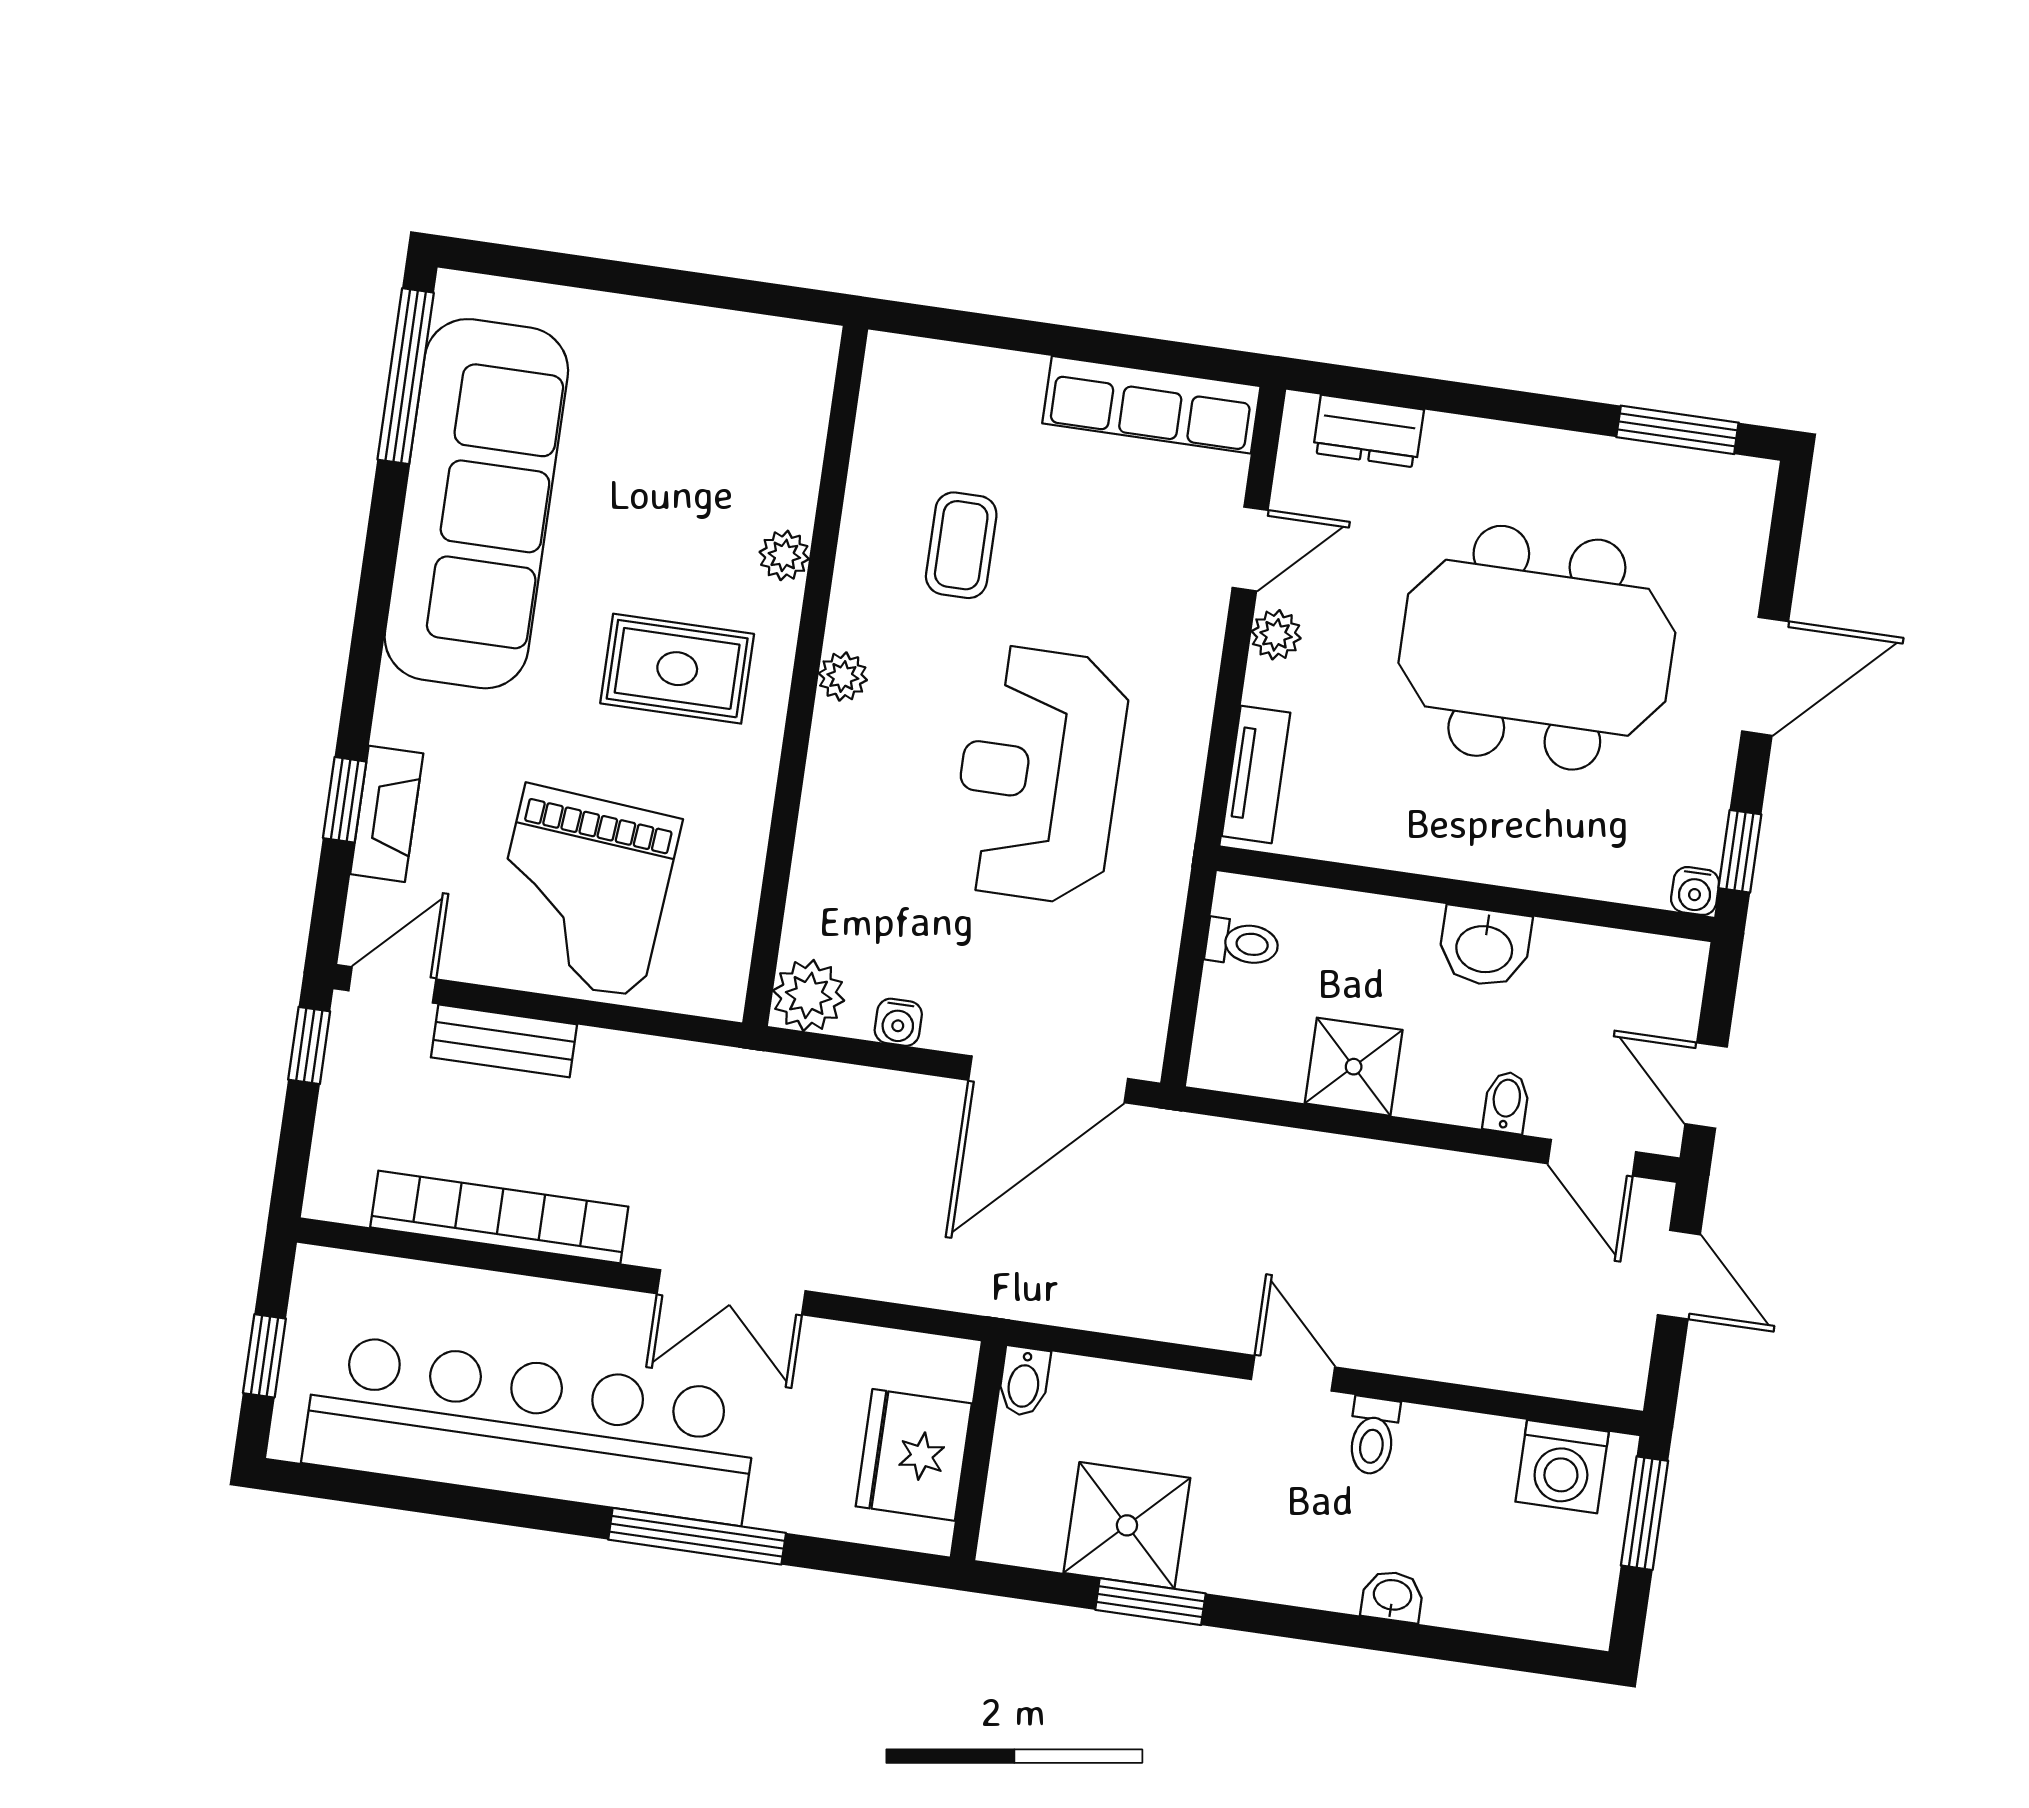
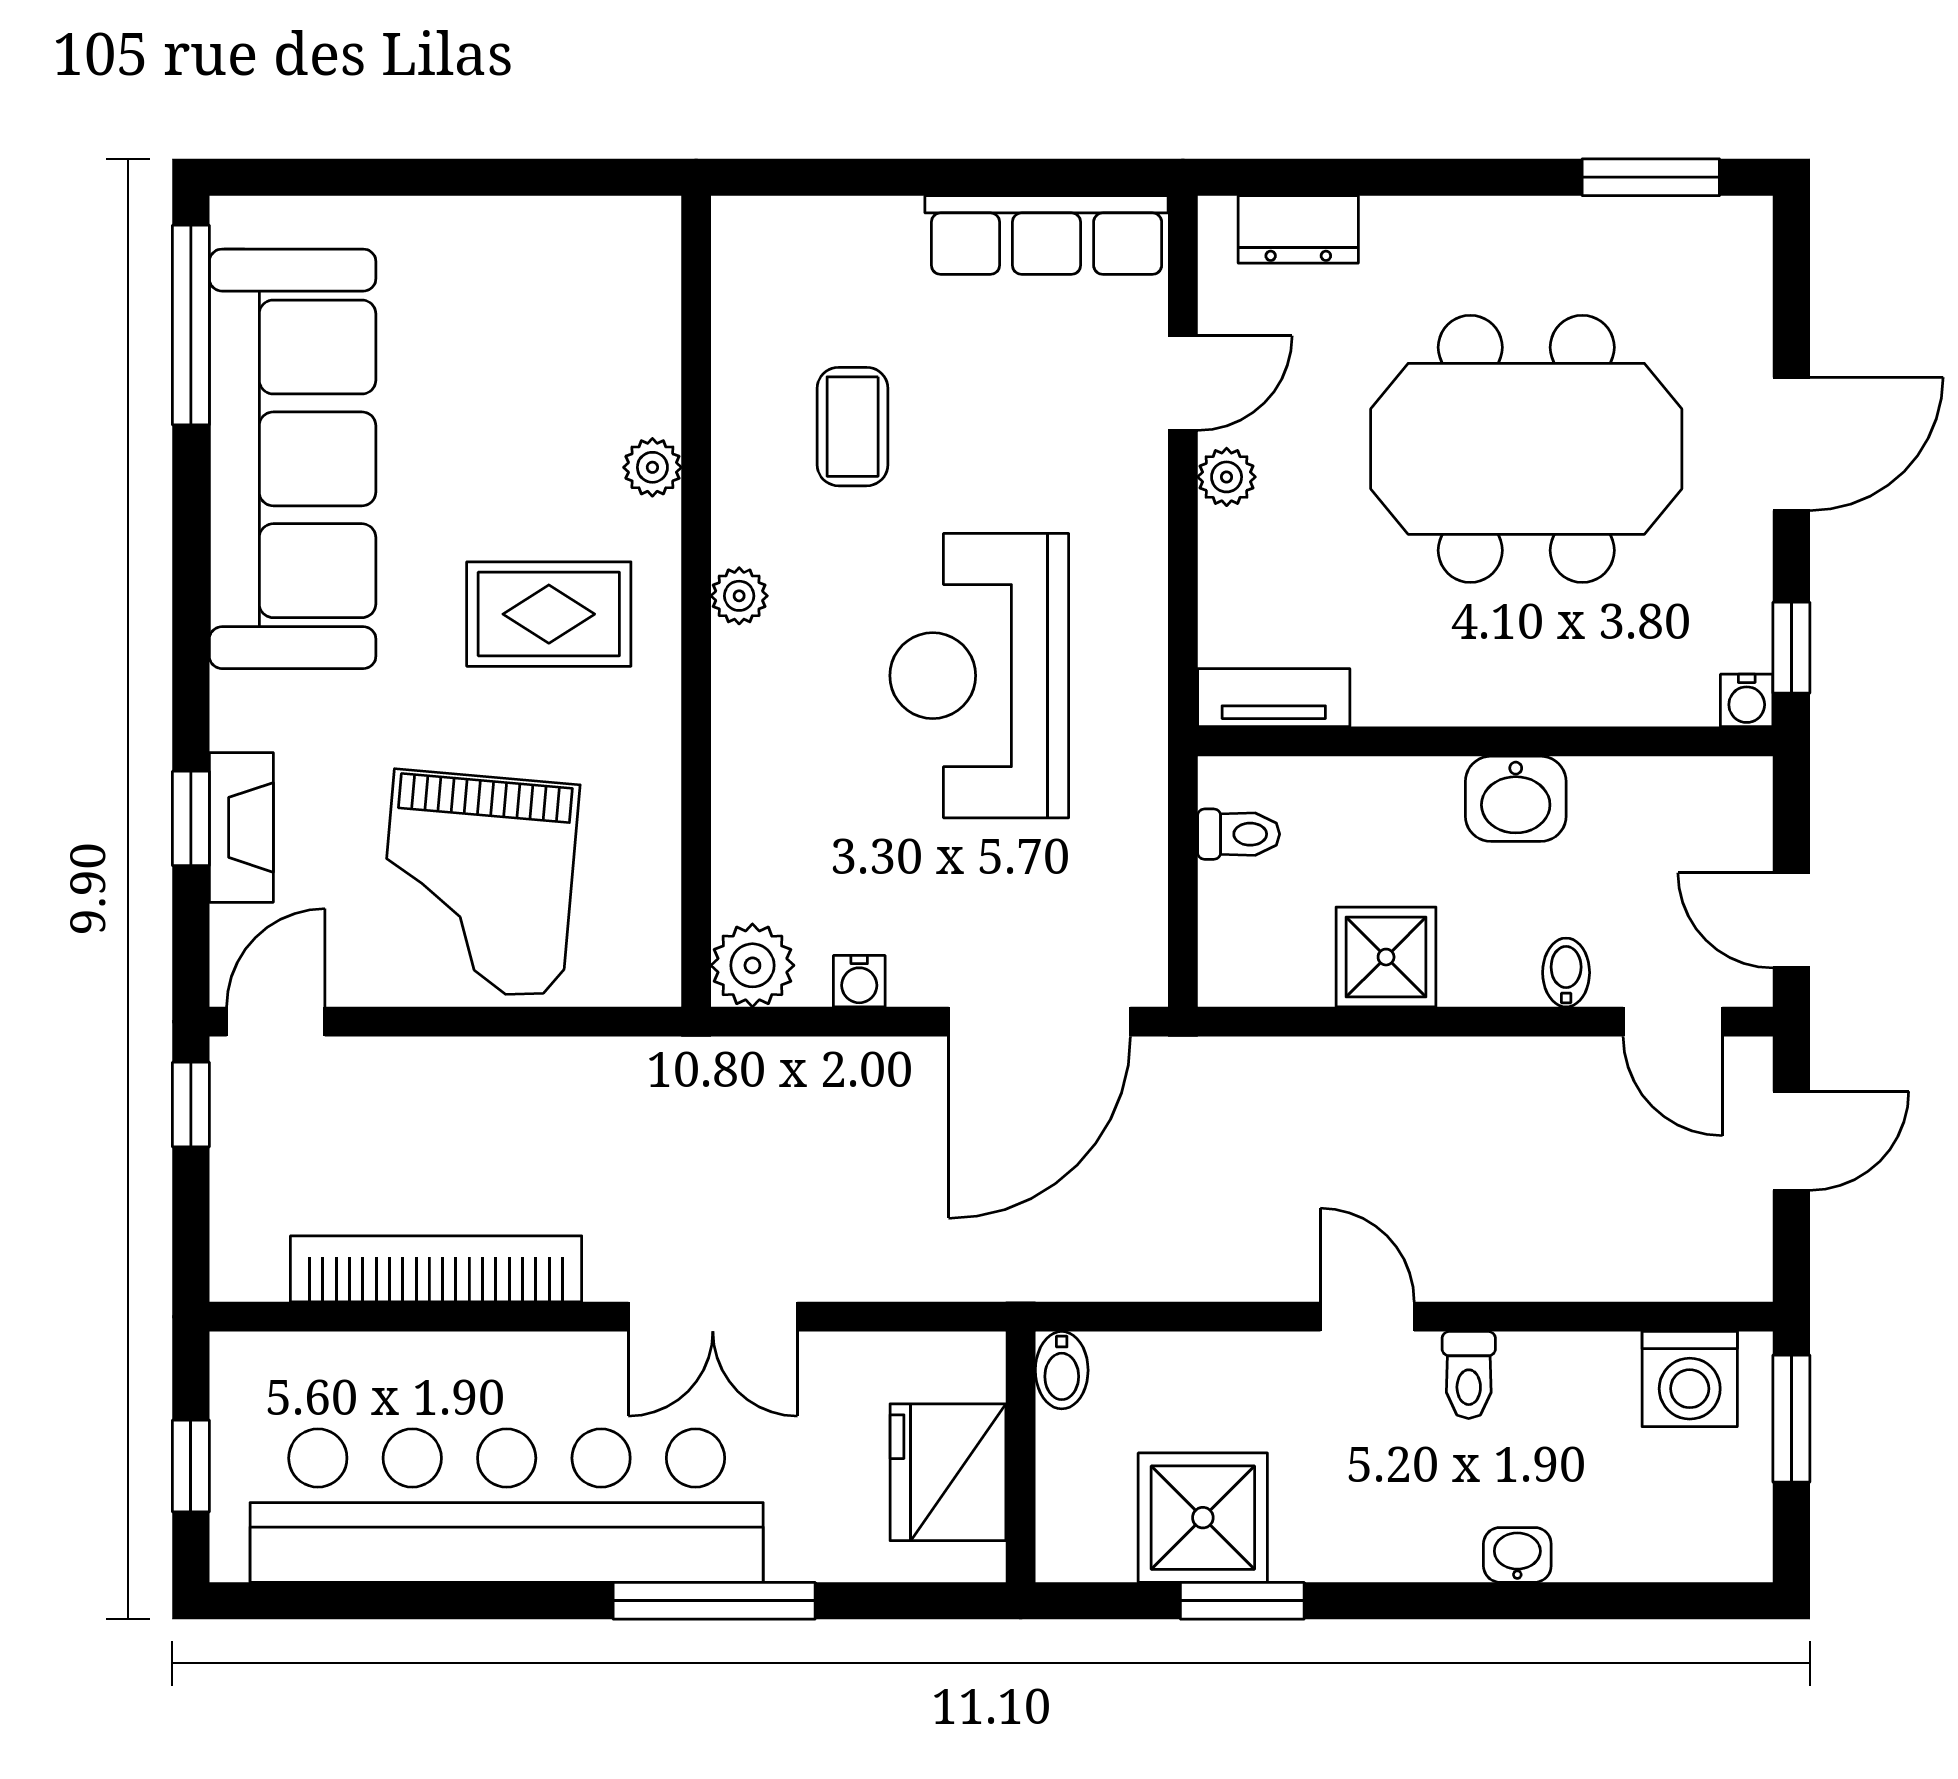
tv unit: (1256, 774) -> (1274, 698), moved, turned -90
bench: (504, 1041) -> (412, 1067), removed
door: (1679, 1275) -> (1791, 1141), hinge flipped

